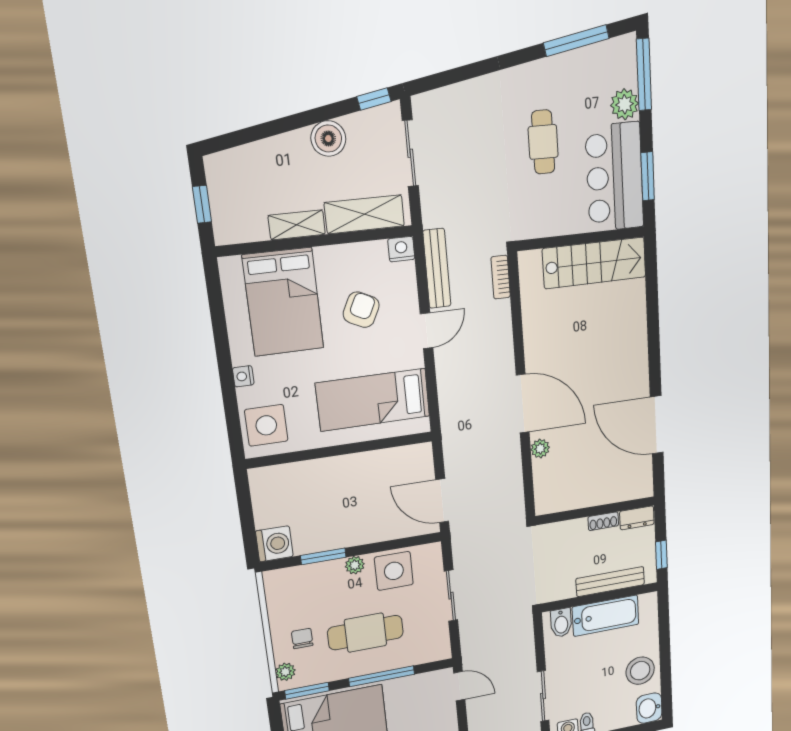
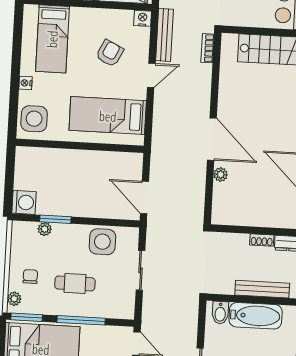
bed: (283, 302) -> (52, 39), width x0.67
plant: (355, 565) -> (45, 229), moved
cafe table: (366, 633) -> (75, 283), width x0.73, depth x0.74

